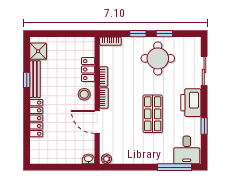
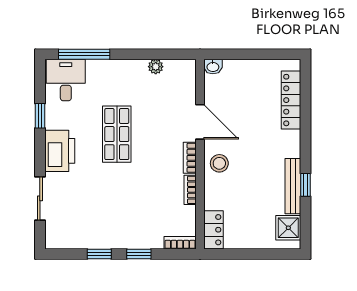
round table: (158, 58) -> (109, 217), removed
locker: (88, 70) -> (213, 230), moved
locker: (36, 118) -> (291, 100), moved
plant: (106, 159) -> (156, 67), moved

